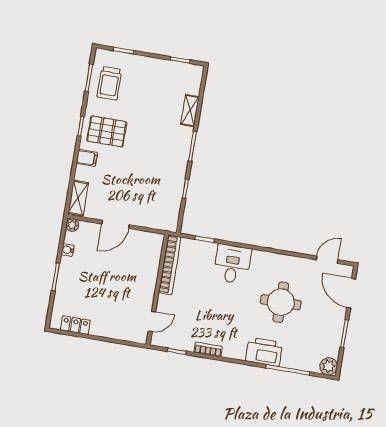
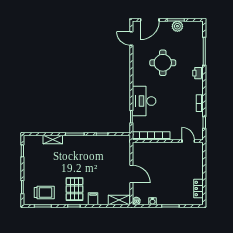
desk: (232, 264) -> (144, 101), width x1.37
printer: (264, 352) -> (198, 73), width x0.53, depth x0.68
plant: (329, 366) -> (177, 26), moved

